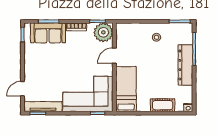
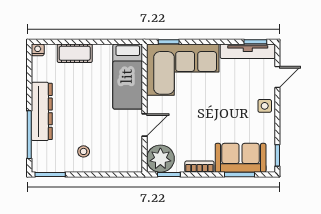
side table: (31, 69) -> (265, 106), added

